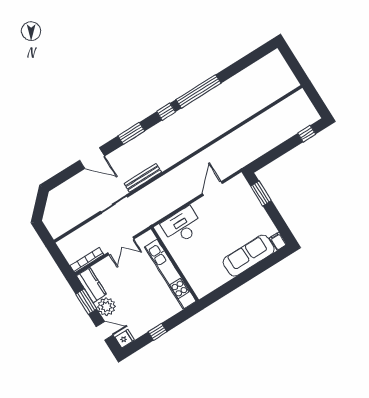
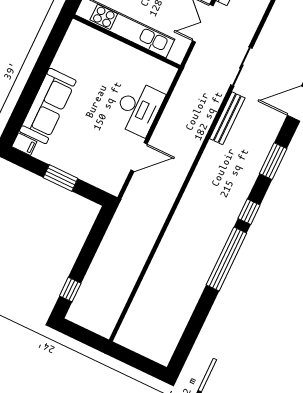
door: (212, 188) -> (139, 157), hinge flipped
window: (261, 193) -> (61, 178), moved
desk: (182, 226) -> (138, 108), moved

